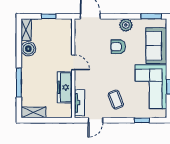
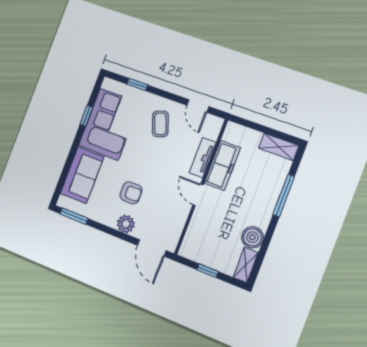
plant: (126, 25) -> (126, 224), moved
tv unit: (79, 103) -> (203, 158), moved
door: (95, 120) -> (198, 106), swing flipped

